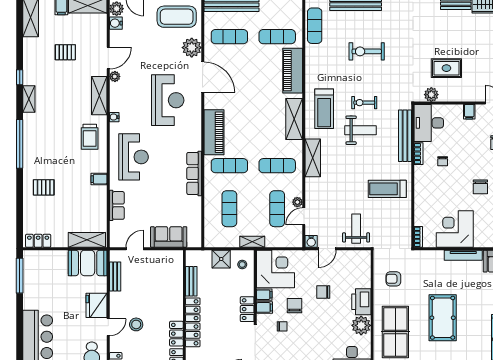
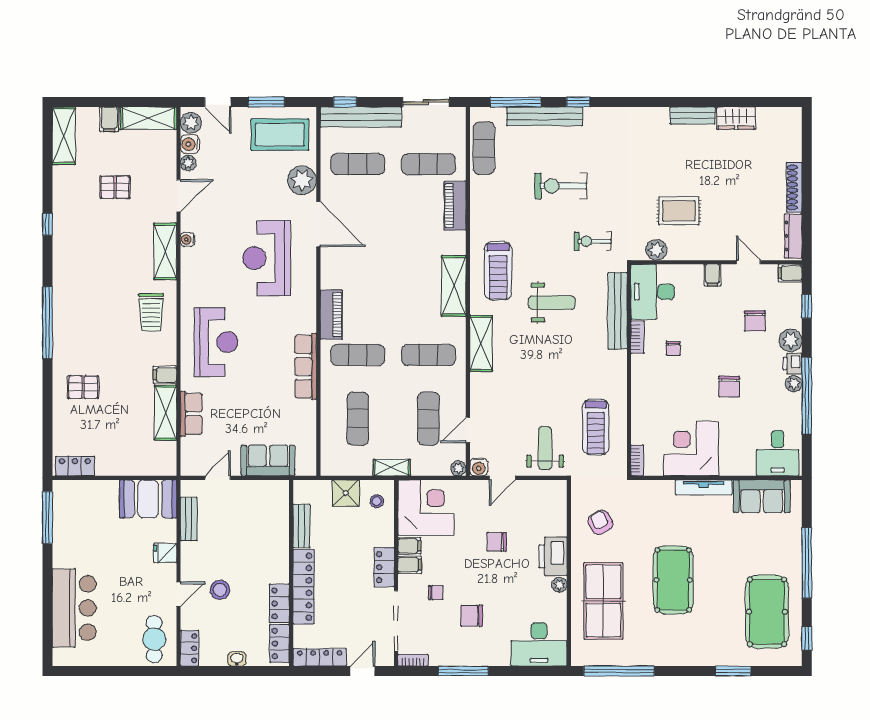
piano: (293, 71) -> (455, 206), width x0.73, depth x0.75
plant: (115, 76) -> (188, 163), moved
shelving: (29, 99) -> (61, 256), removed
reception desk: (168, 100) -> (267, 258), turned 180
exercise bike: (364, 103) -> (593, 241), moved
water cooler: (114, 117) -> (187, 239), moved
piano: (214, 132) -> (331, 315), width x0.73, depth x0.75
treadmill: (387, 189) -> (596, 427), moved, turned -90
plant: (297, 202) -> (458, 468), moved
shelving: (87, 240) -> (166, 413), moved, turned 90
armchair: (393, 279) -> (600, 522), turned 63
fridge: (97, 305) -> (165, 553), width x0.53, depth x0.75
chair: (294, 306) -> (472, 616), moved, turned -90
plant: (361, 325) -> (559, 585), width x0.53, depth x0.53

